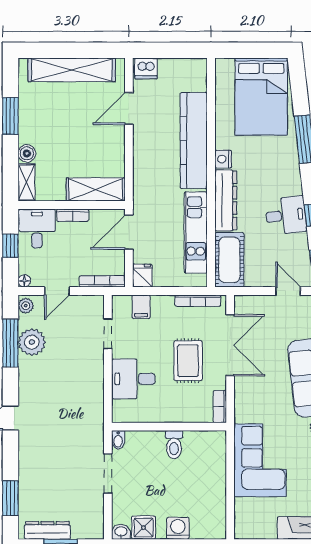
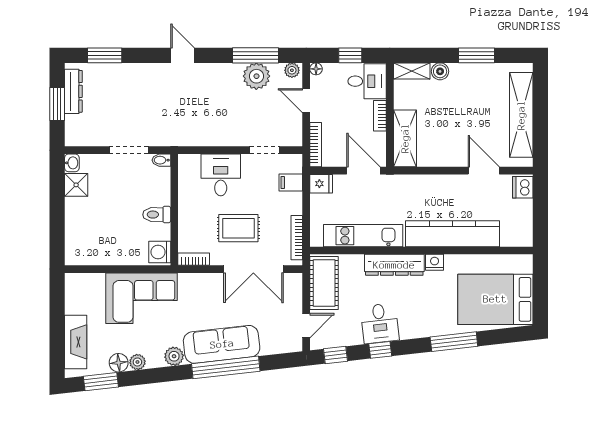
cot: (229, 260) -> (324, 283), moved, turned 90
washing machine: (178, 528) -> (160, 252), moved, turned 180

